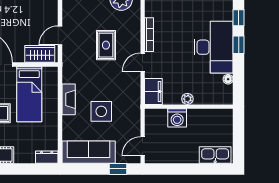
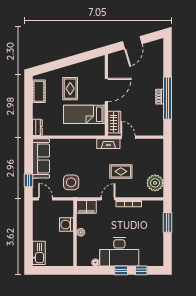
door: (143, 62) -> (108, 199), hinge flipped
fireplace: (69, 99) -> (108, 144), moved
side table: (101, 111) -> (71, 182), moved

